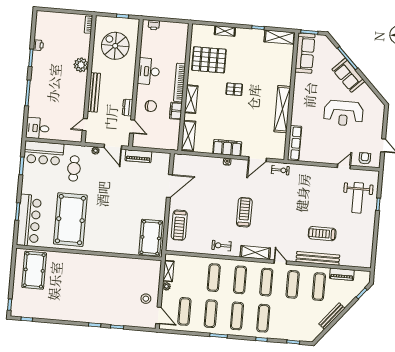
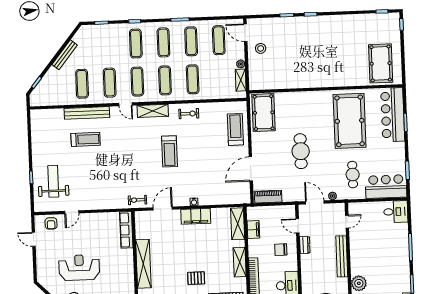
filing cabinet: (176, 111) -> (253, 230), moved
piano: (138, 156) -> (268, 197), moved
cafe table: (120, 197) -> (301, 151), added
piano: (342, 274) -> (60, 100), removed

